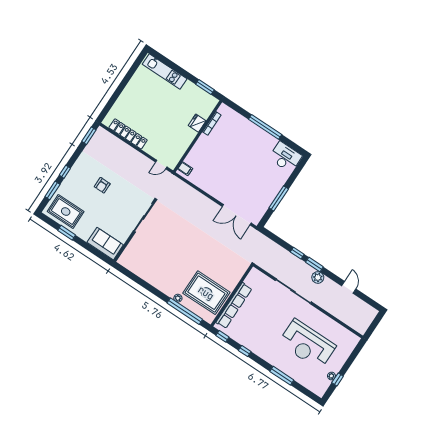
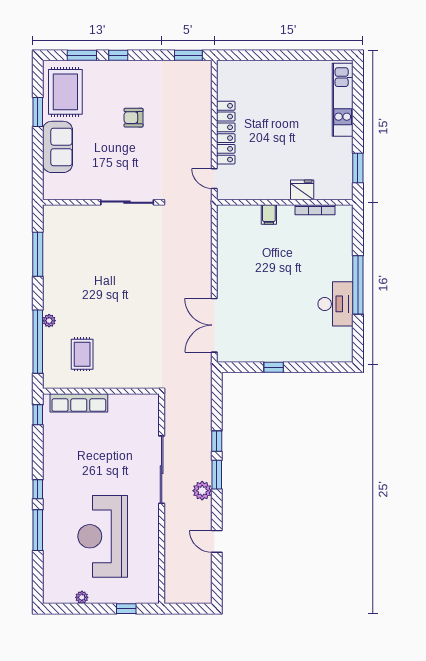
locker: (128, 134) -> (226, 133), moved
desk: (285, 157) -> (335, 304), moved
filing cabinet: (185, 169) -> (269, 215), moved
window: (279, 198) -> (274, 367), width x0.46
sofa: (105, 244) -> (58, 147), moved
window: (140, 281) -> (38, 254), added
door: (349, 287) -> (217, 541), swing flipped
rug: (206, 293) -> (82, 354), width x0.54, depth x0.49
row of seats: (234, 306) -> (79, 403), width x0.73
window: (245, 351) -> (38, 489), moved
window: (338, 379) -> (126, 609), moved

